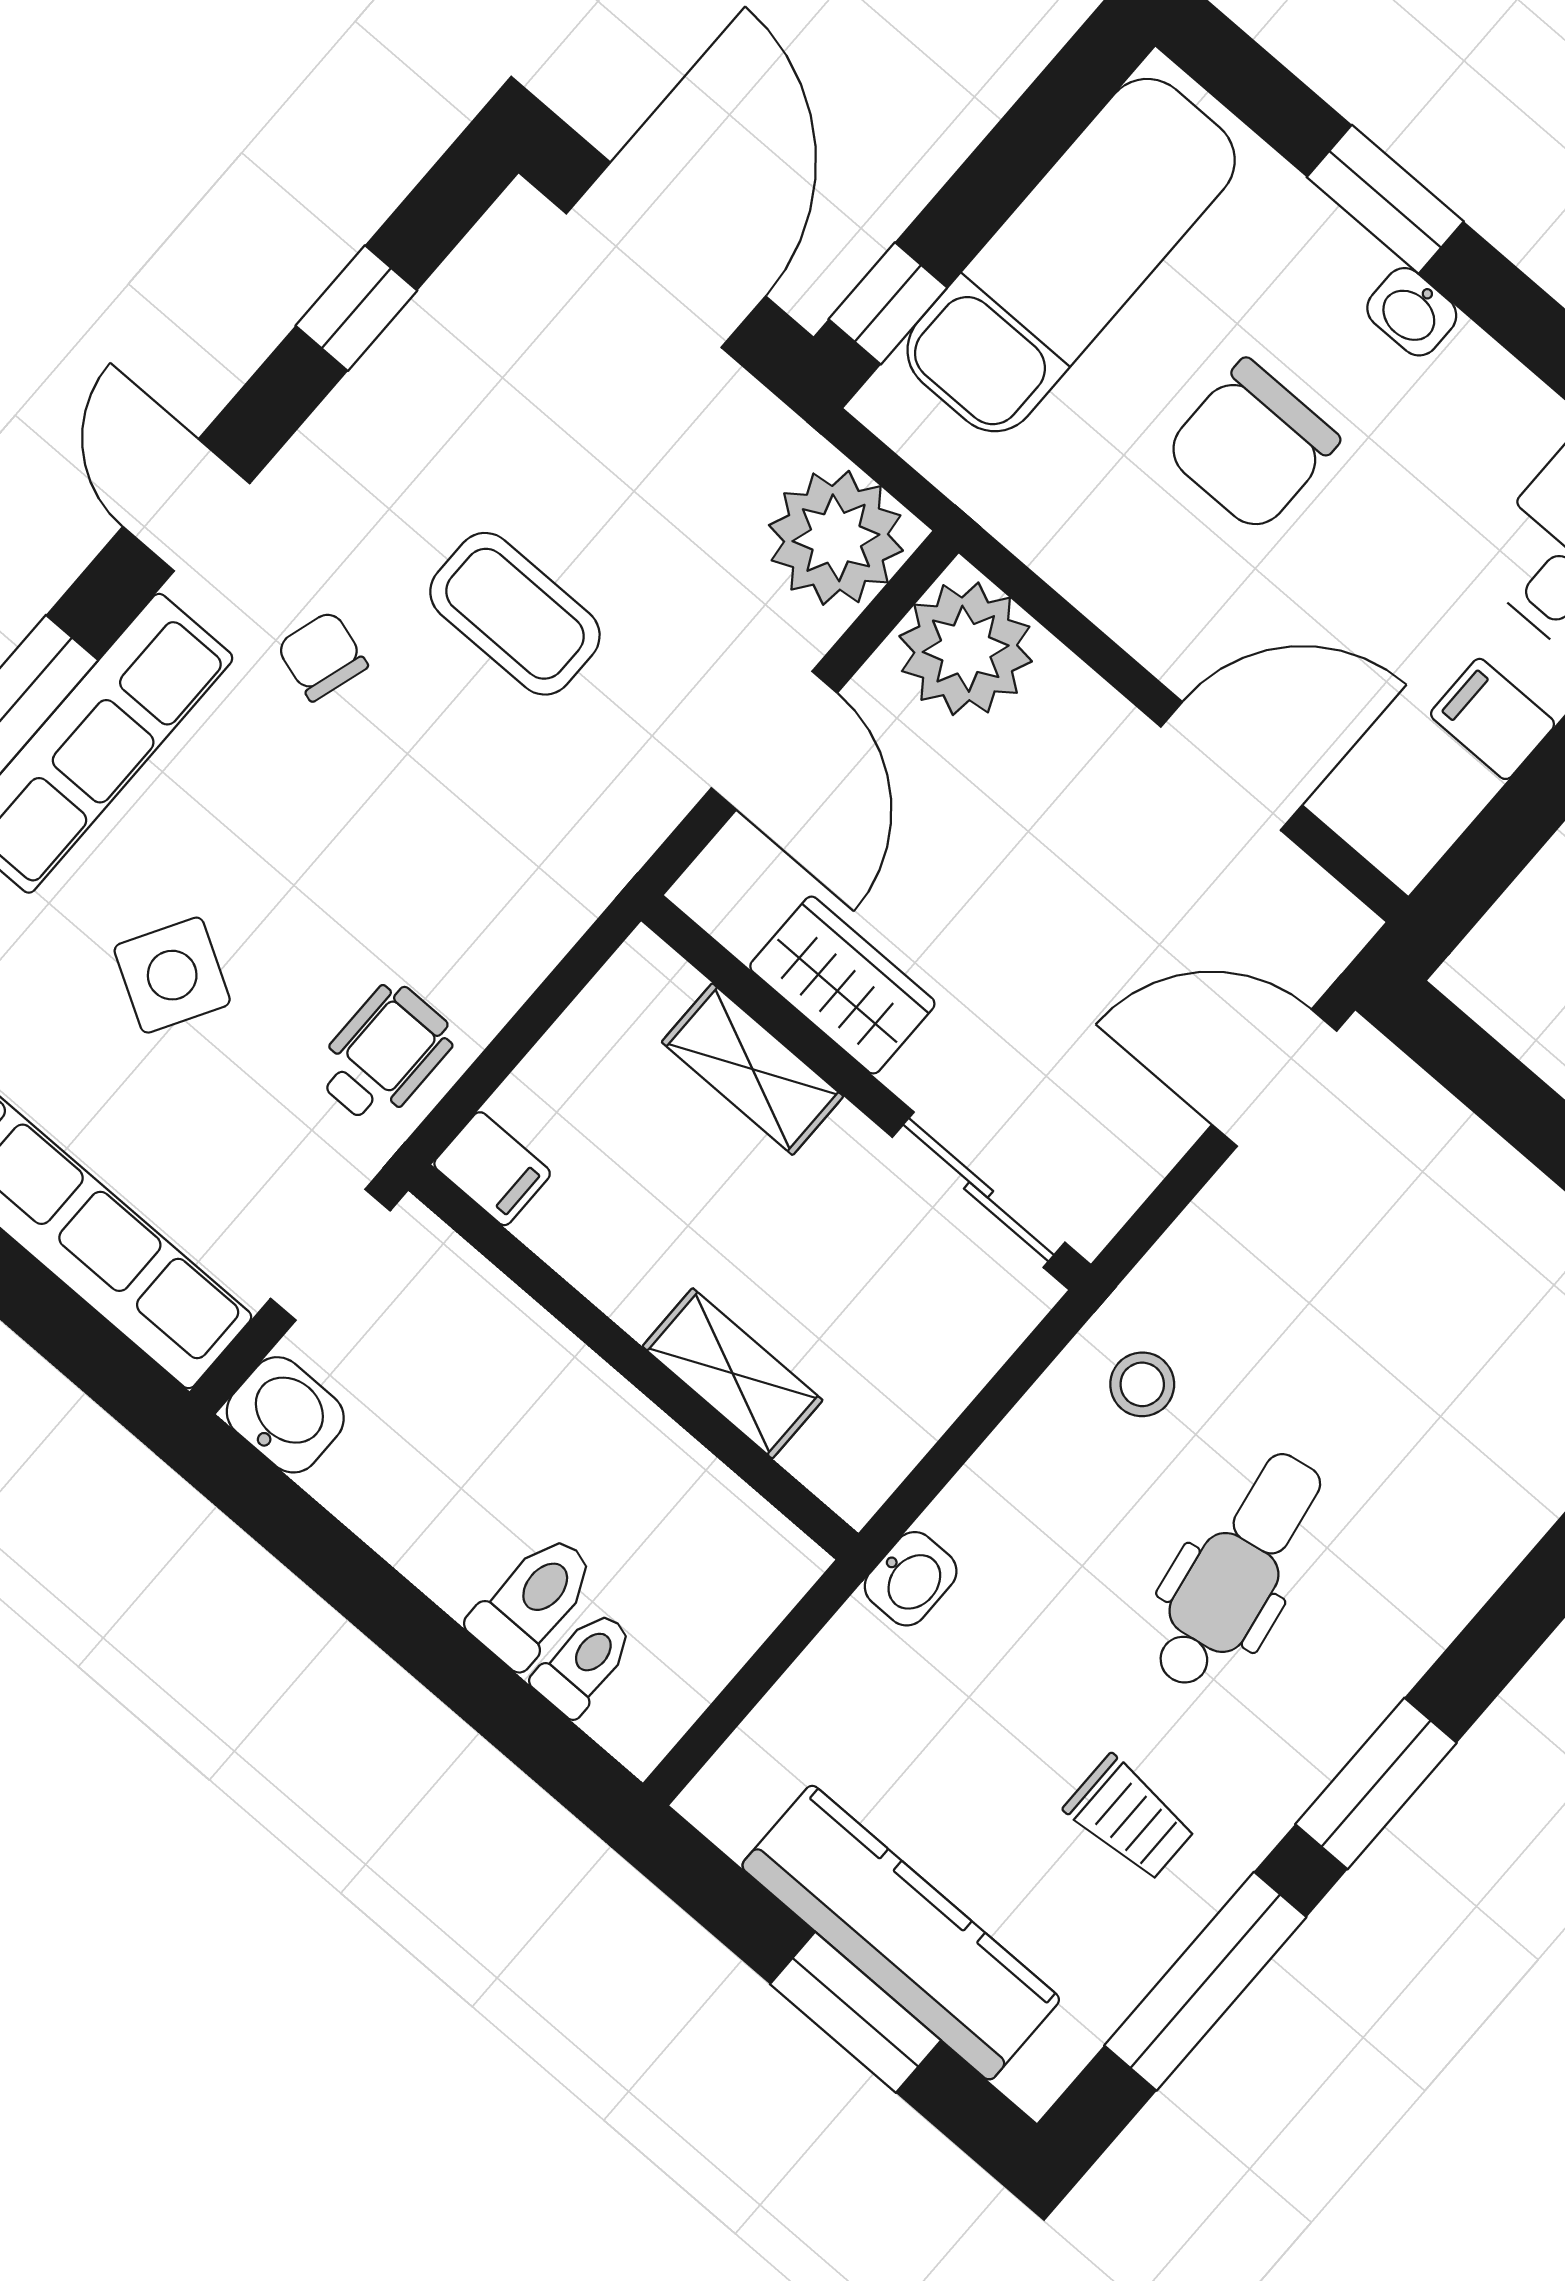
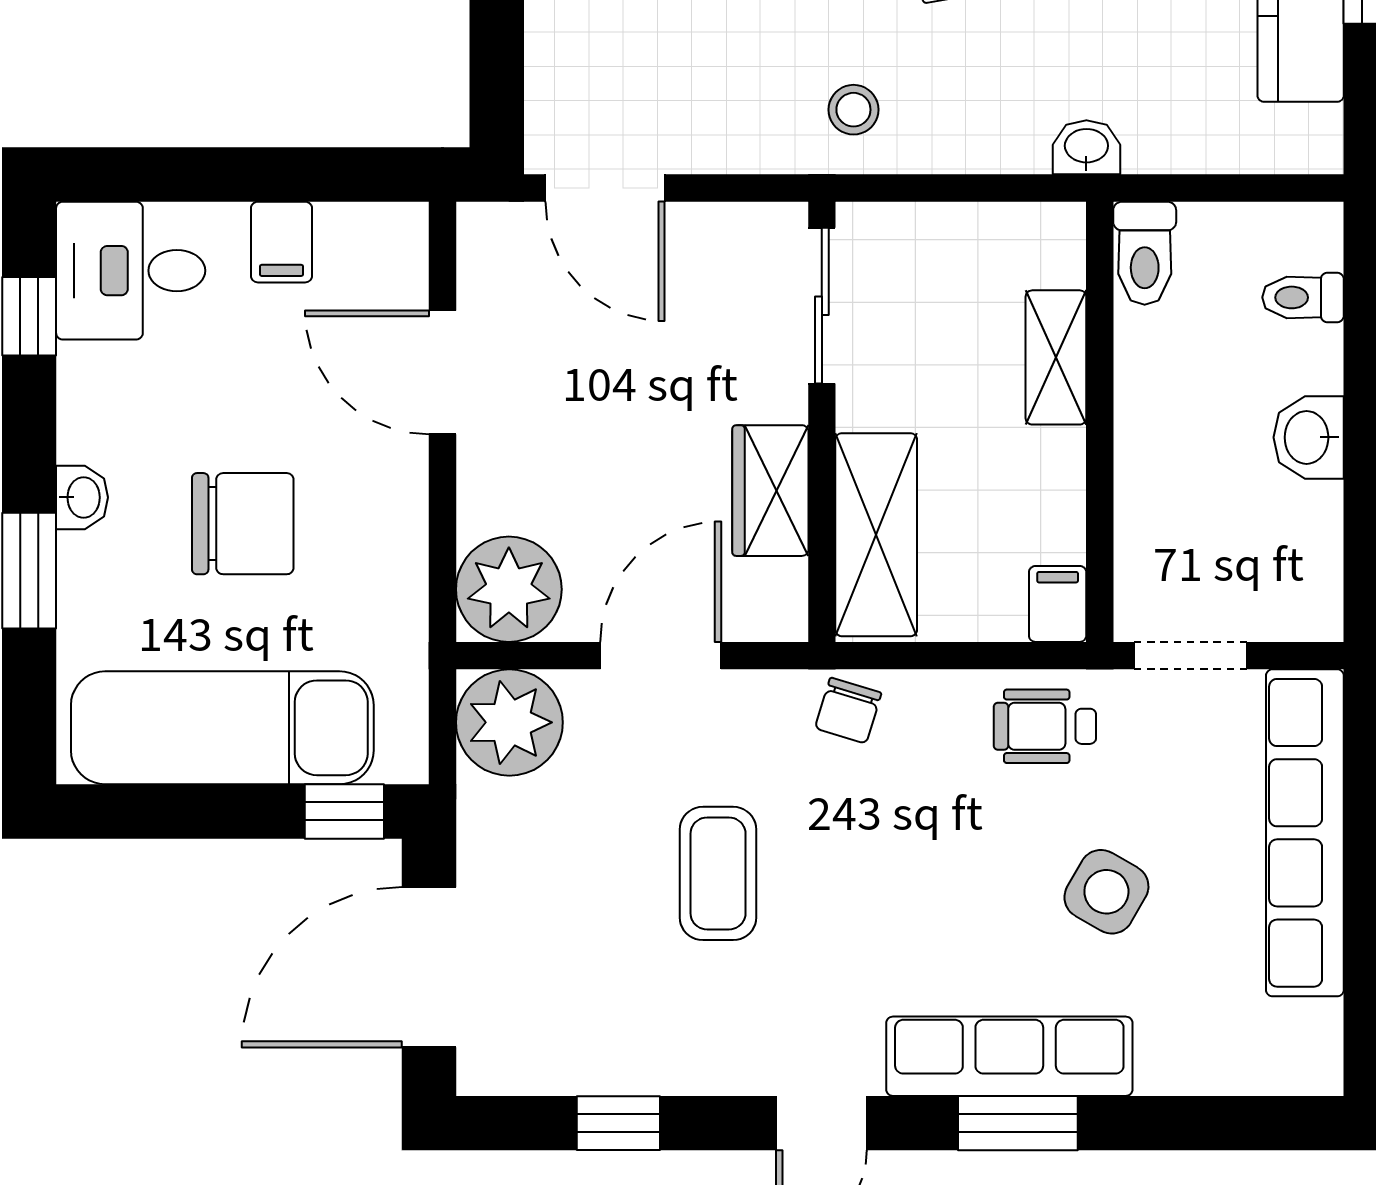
chair: (322, 656) -> (848, 711), moved
shelving: (752, 1069) -> (876, 535), width x1.50, depth x1.33
washbasin: (285, 1415) -> (1309, 437), moved
toilet: (533, 1601) -> (1145, 253), moved, turned -90

